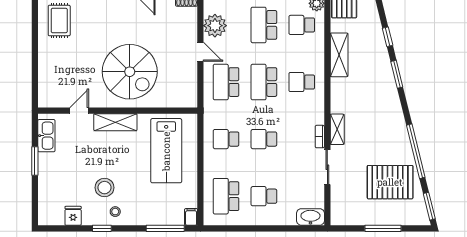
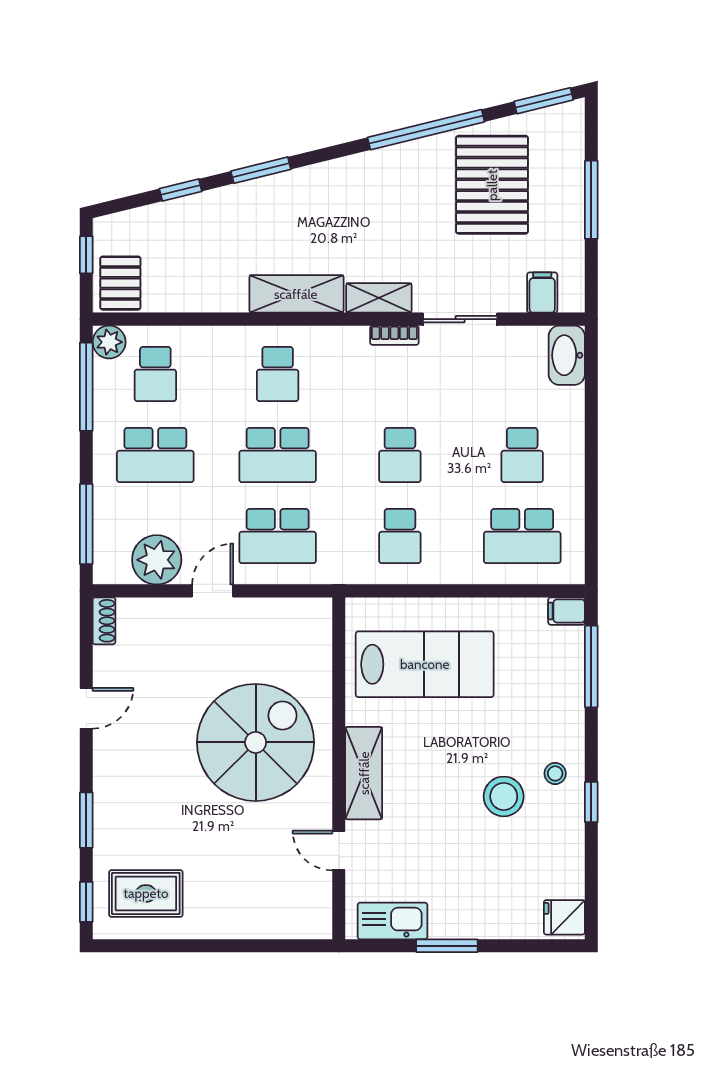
shelving: (339, 55) -> (296, 294), moved
filing cabinet: (340, 205) -> (542, 293), added
fridge: (73, 216) -> (564, 917), moved

